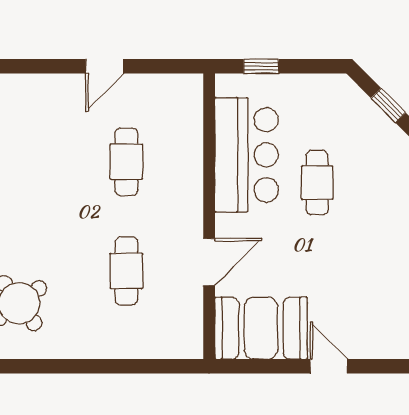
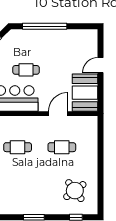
door: (209, 262) -> (58, 114), hinge flipped

